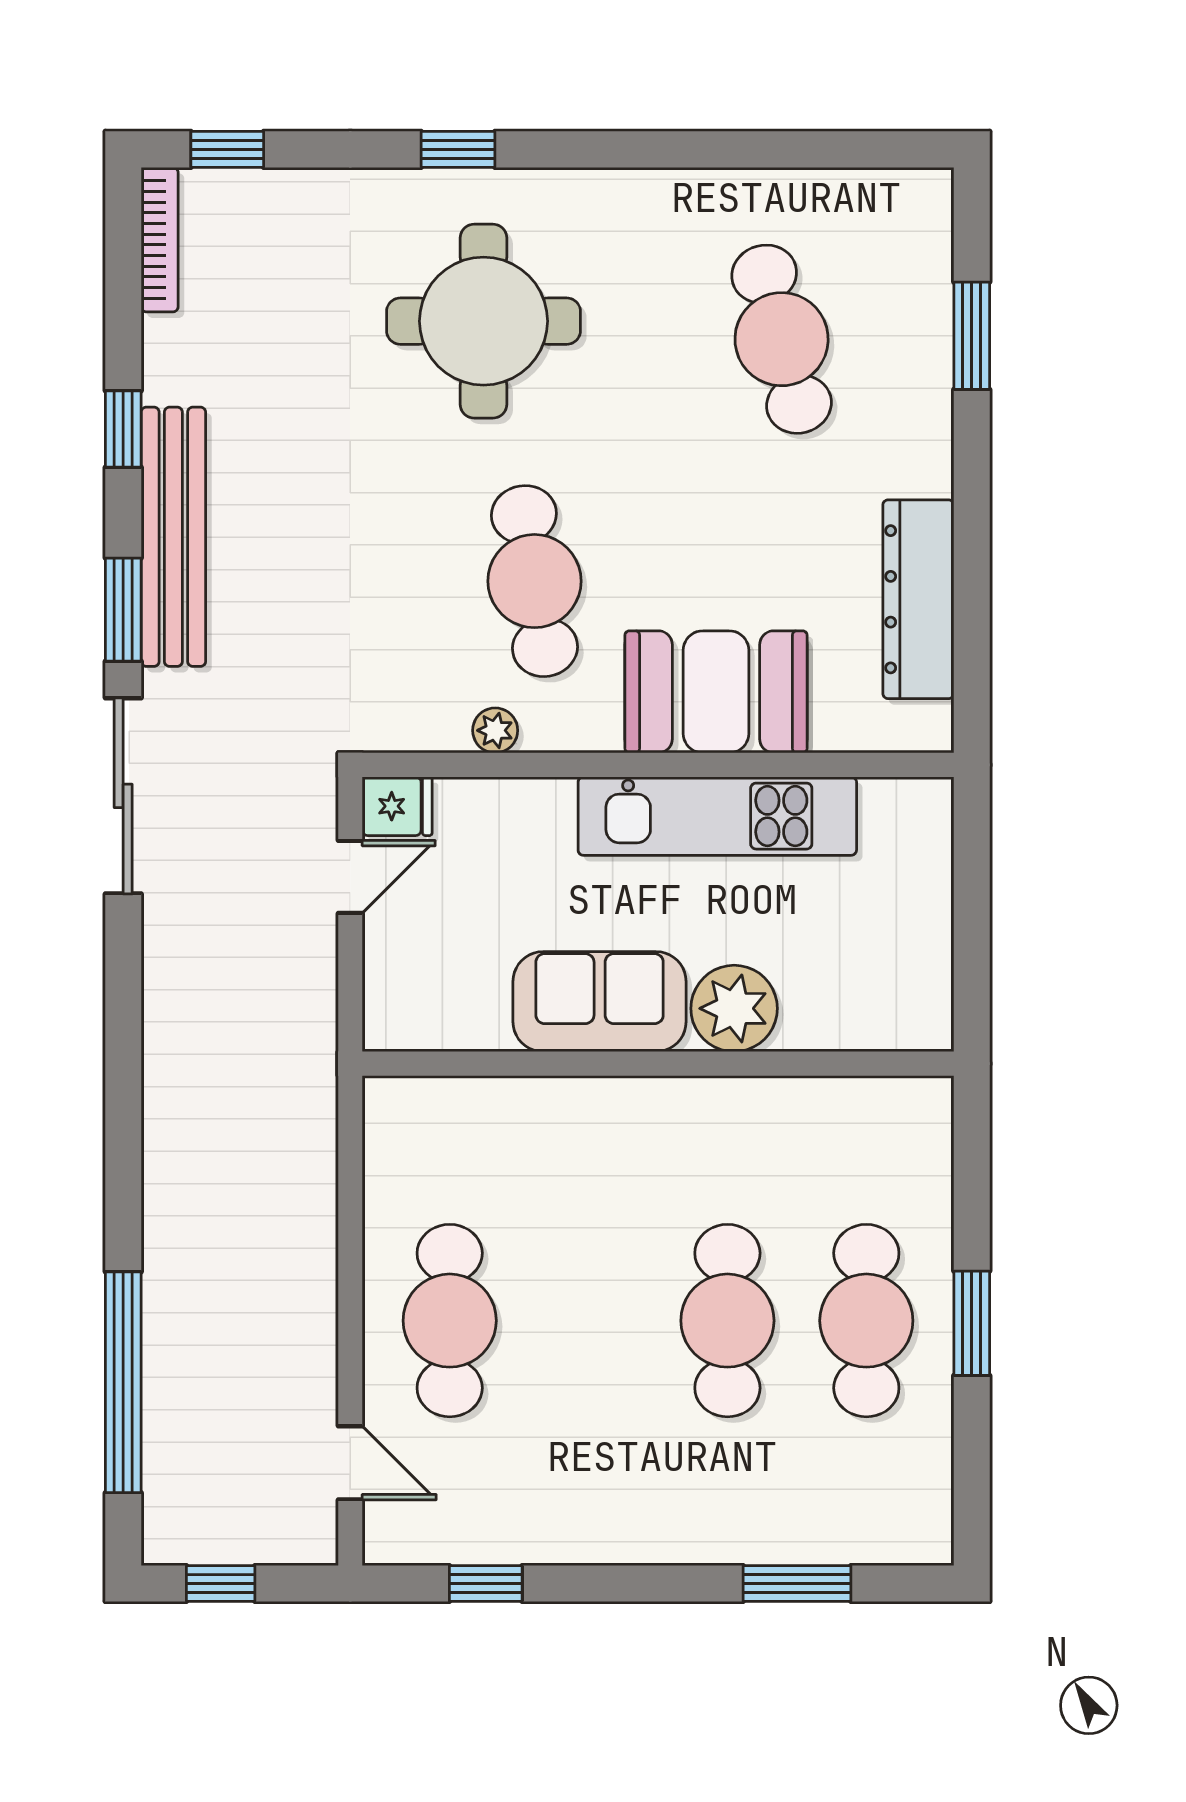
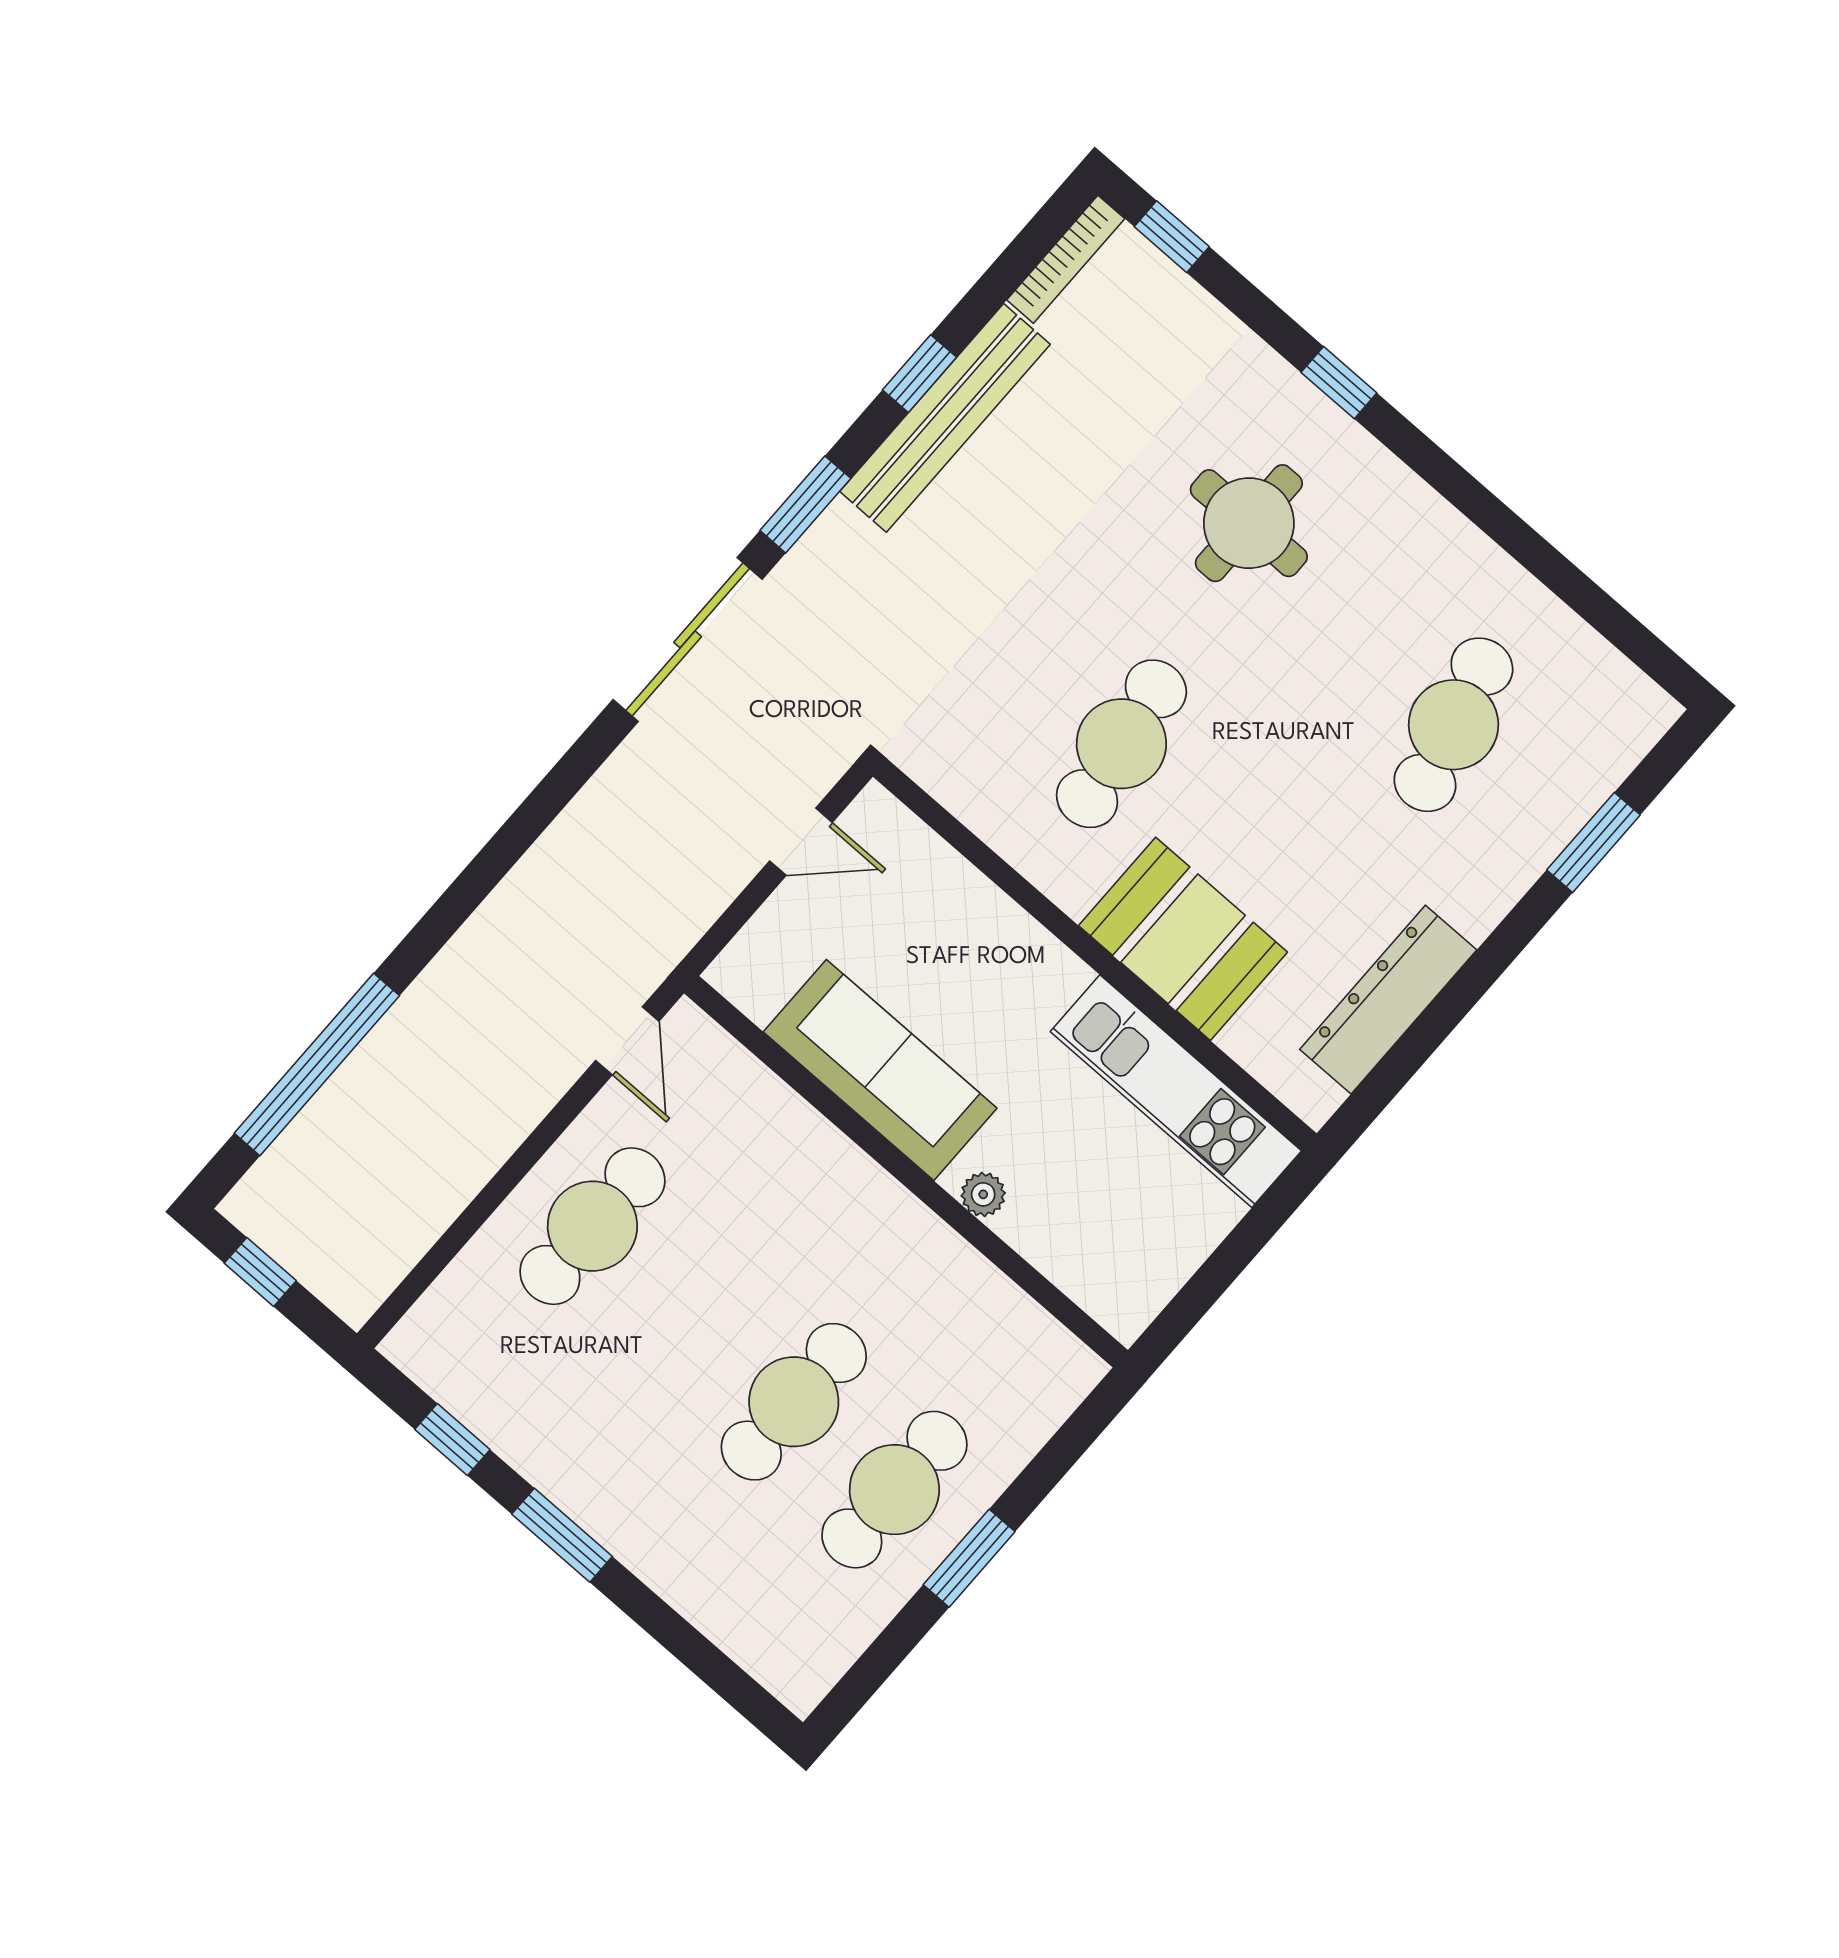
round table: (483, 321) -> (1249, 523), width x0.73, depth x0.73
bench: (173, 537) -> (945, 418), moved
plant: (495, 730) -> (999, 827), removed
fridge: (397, 806) -> (880, 820), removed
kitchen unit: (717, 816) -> (1176, 1091), moved
sofa: (600, 1002) -> (880, 1070), width x1.36
plant: (734, 1008) -> (983, 1194), width x0.53, depth x0.53
door: (350, 1463) -> (627, 1041), moved
window: (797, 1584) -> (562, 1535), moved

